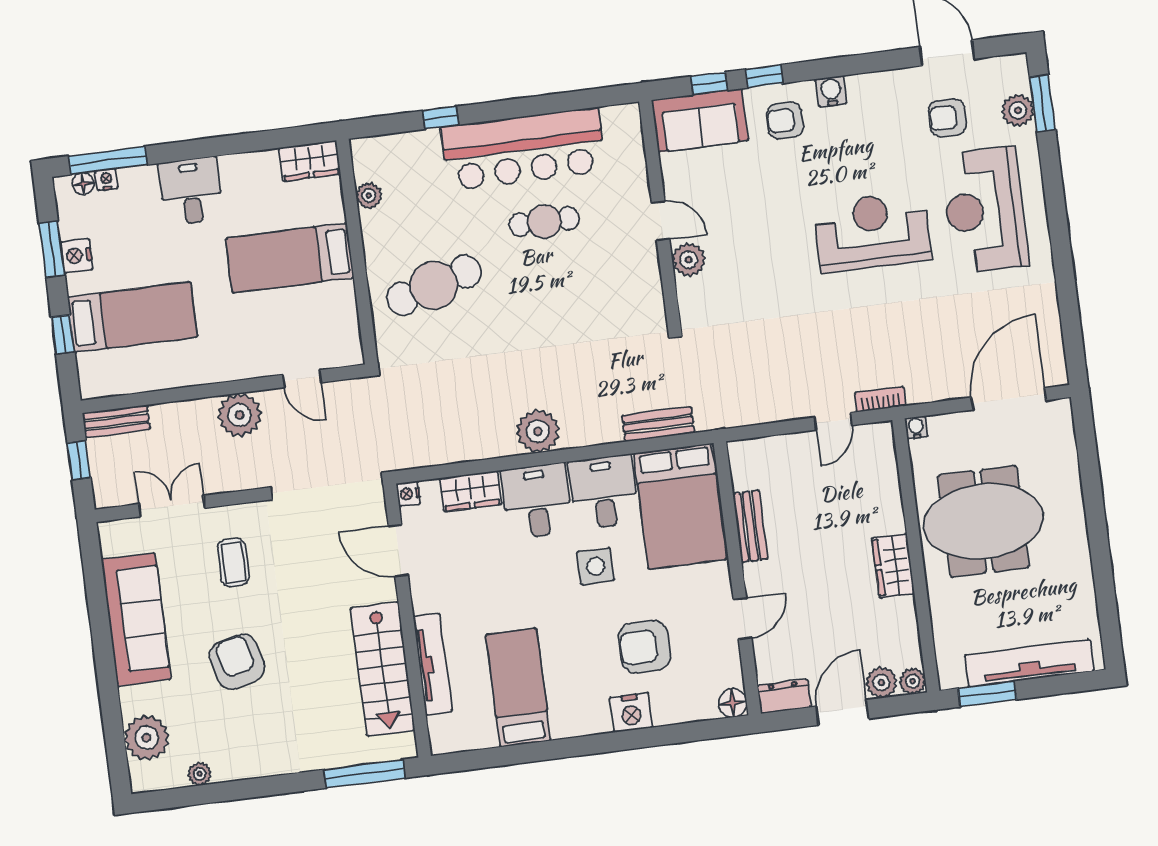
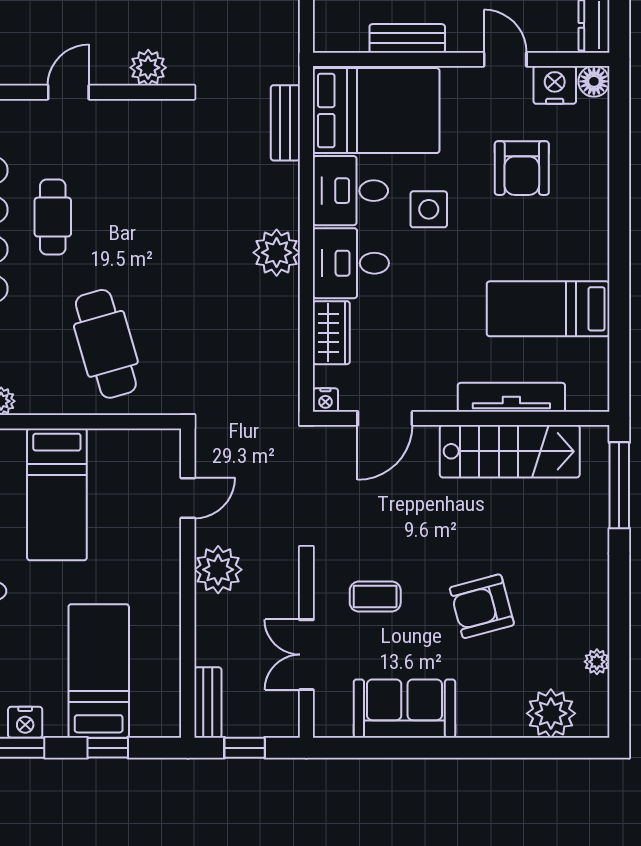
plant: (689, 260) -> (148, 68), moved
sofa: (136, 619) -> (404, 709), width x0.73
nightstand: (631, 713) -> (555, 85), moved, turned -90

